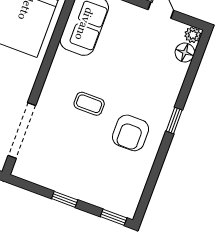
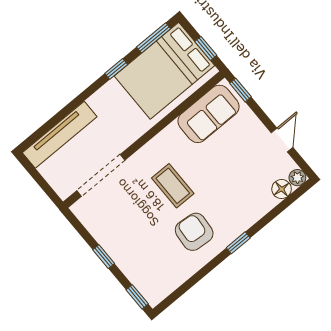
coffee table: (89, 104) -> (173, 186), width x1.36, depth x1.30
armchair: (131, 133) -> (194, 232), turned 95

